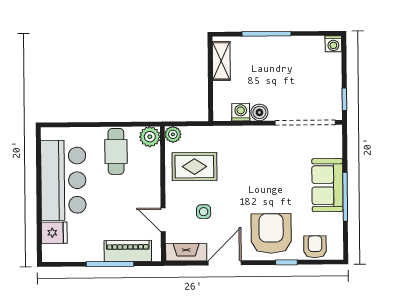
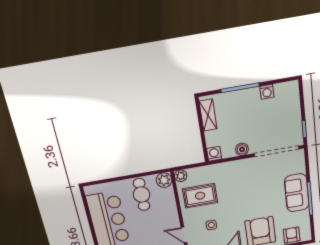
washing machine: (333, 44) -> (267, 92), moved
washing machine: (241, 112) -> (214, 154), moved

